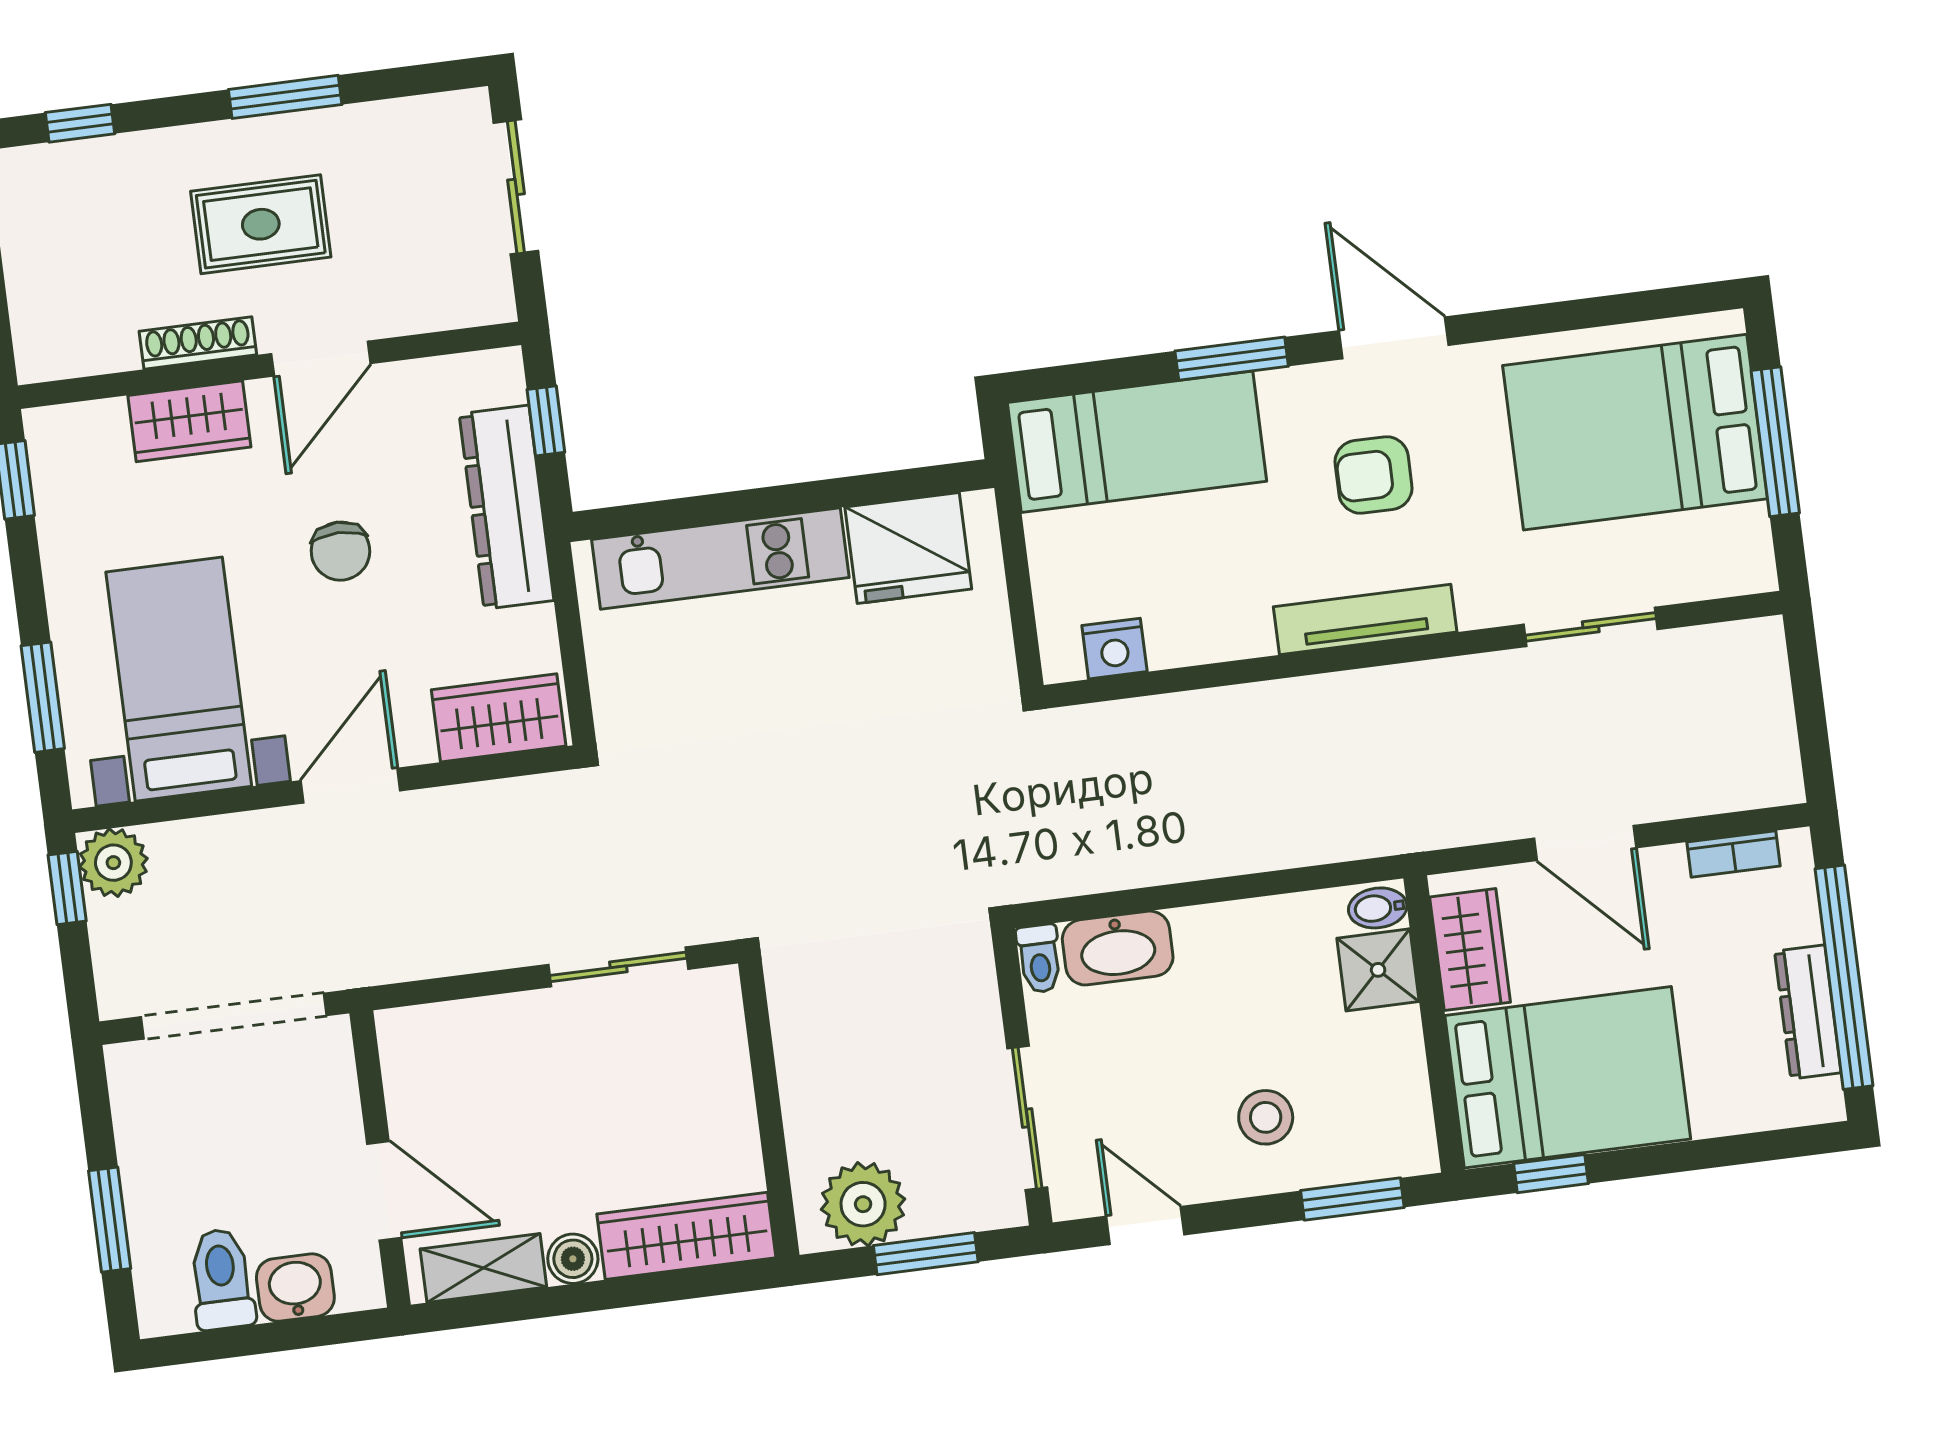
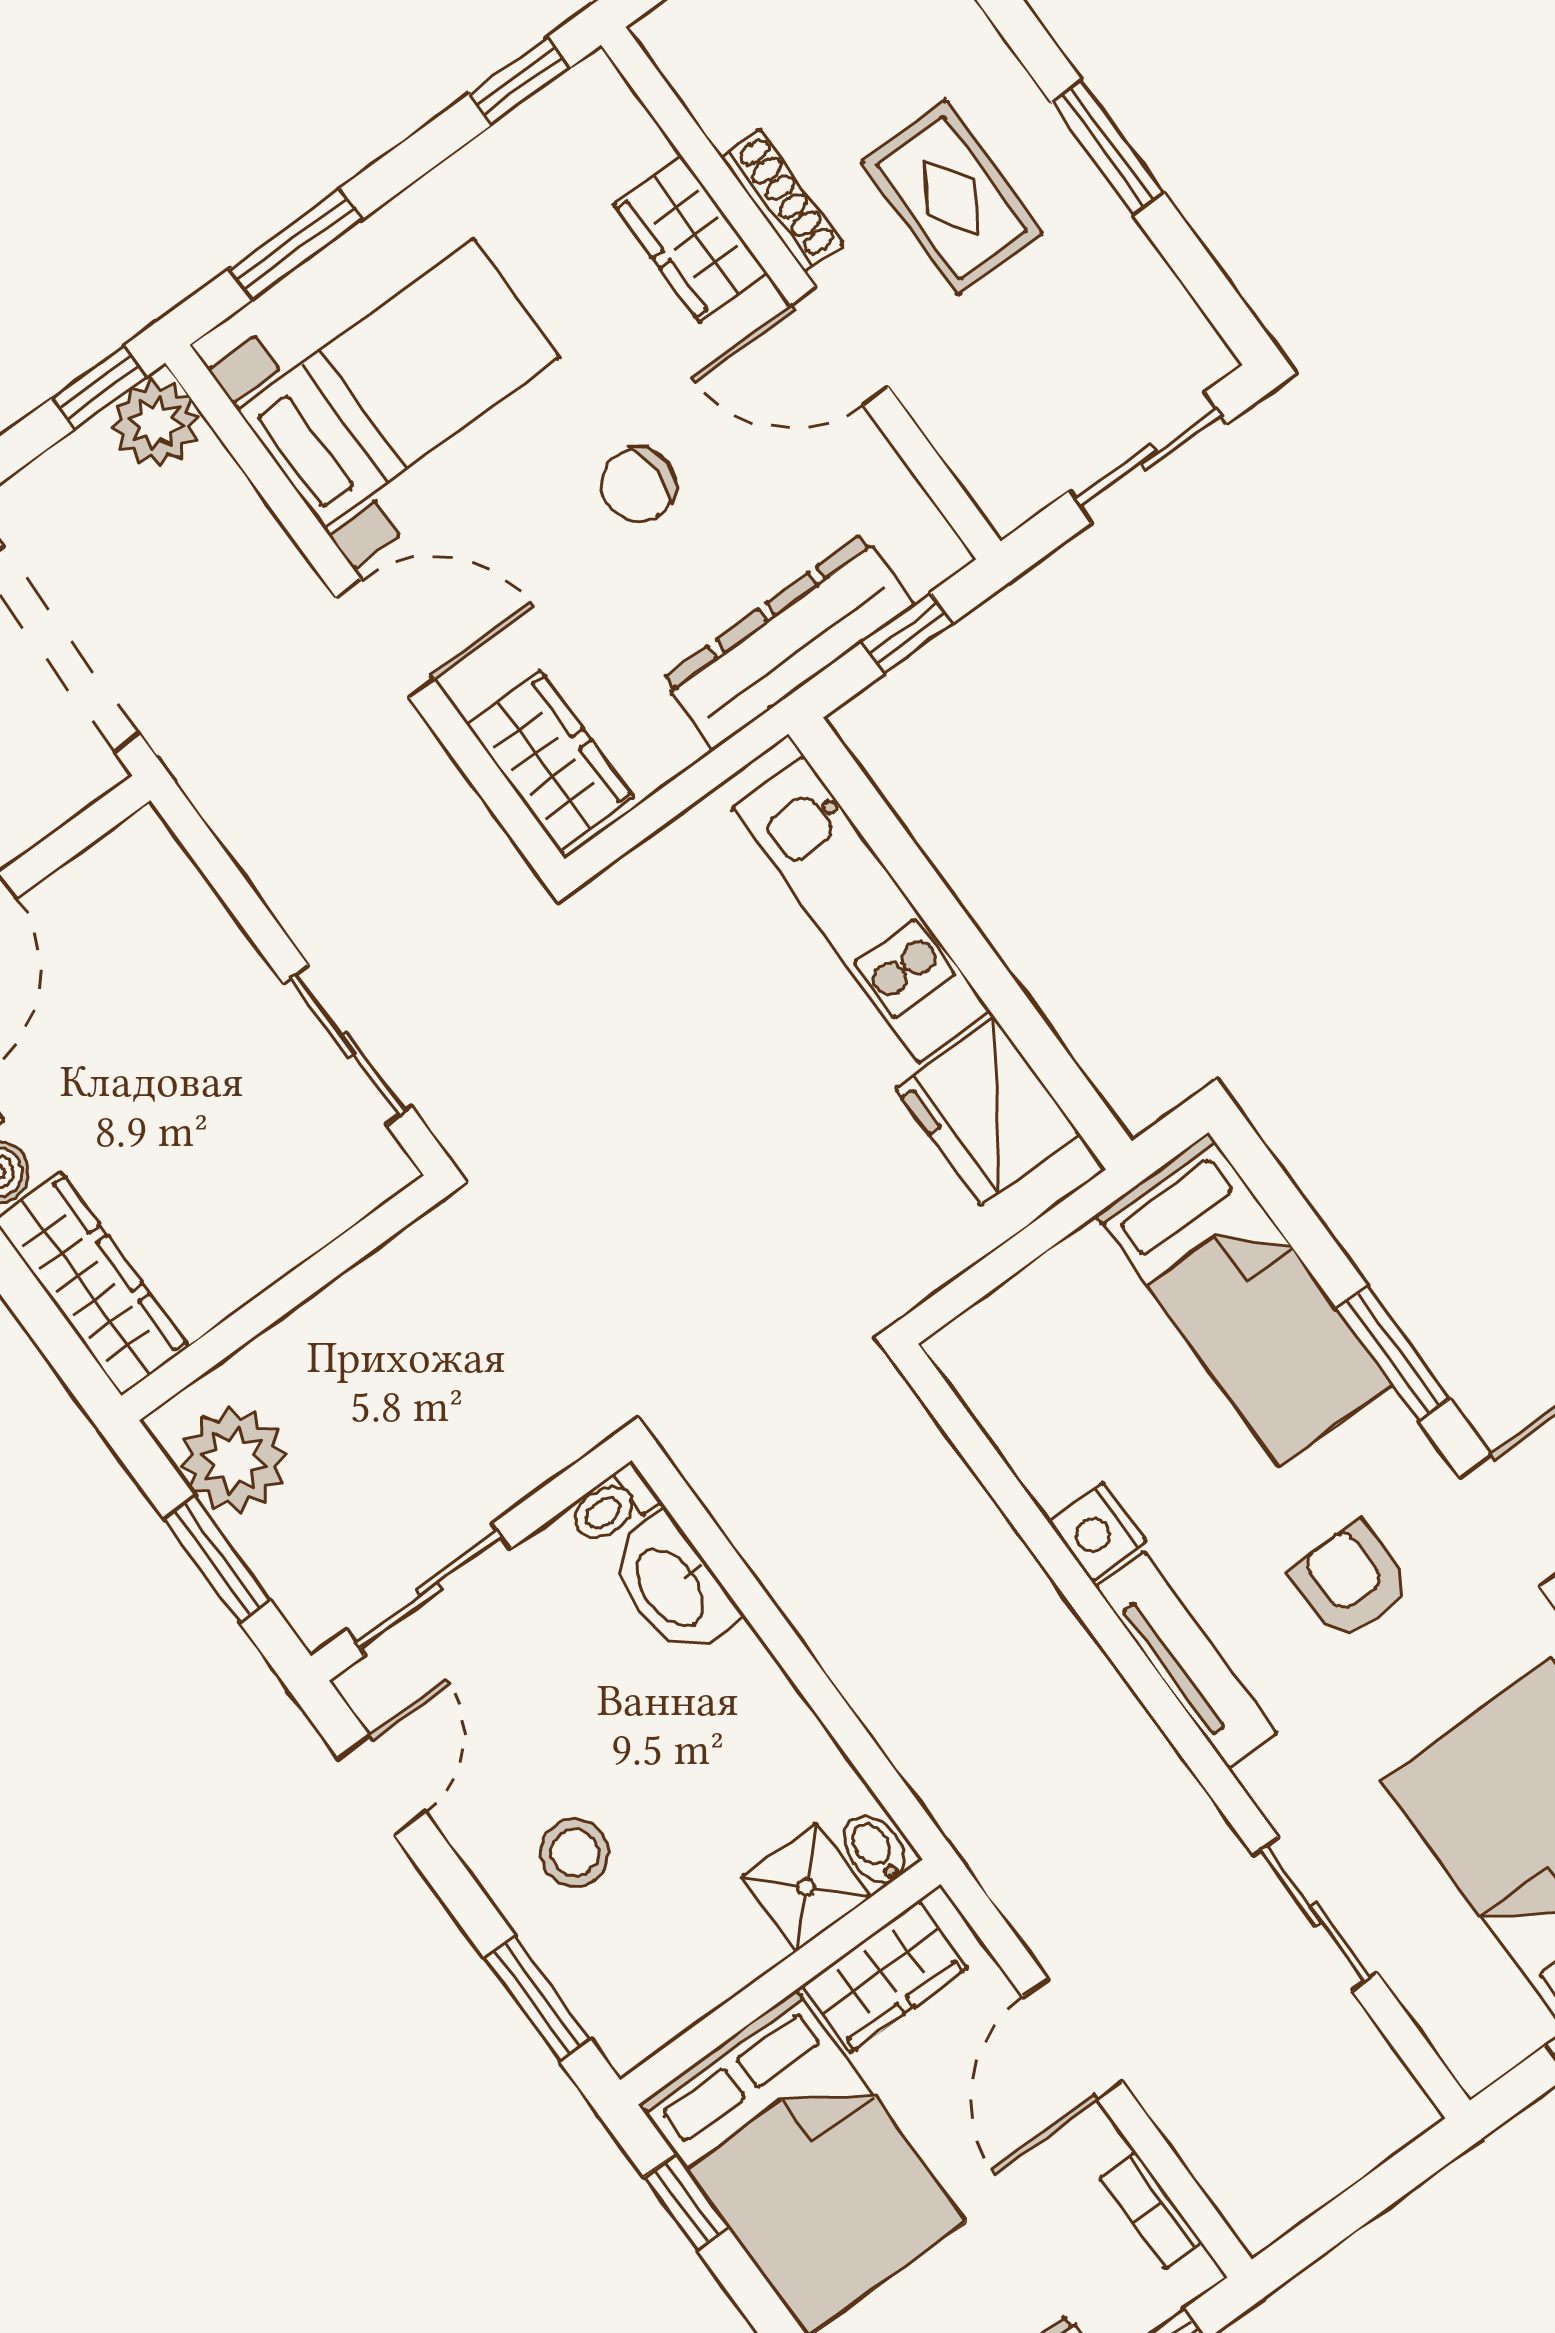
nightstand: (1114, 649) -> (1097, 1532), moved

